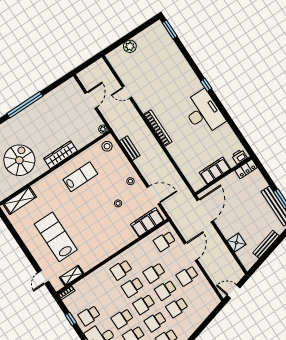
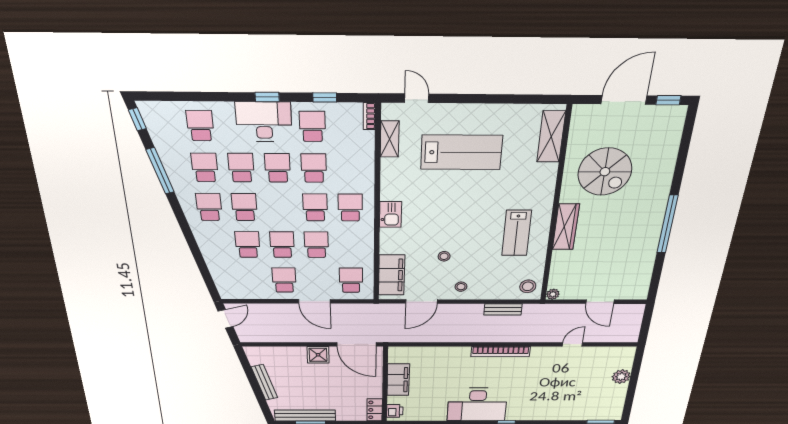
shower: (236, 243) -> (318, 355), moved
kitchen sink: (112, 247) -> (391, 214), added
school desk: (144, 304) -> (314, 168), moved

